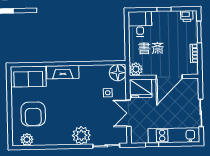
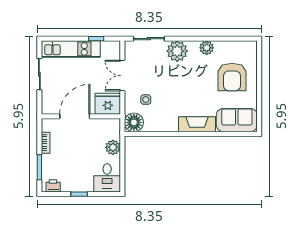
plant: (136, 69) -> (113, 147), moved
double door: (129, 113) -> (122, 76), swing flipped
armchair: (33, 114) -> (232, 77), turned 180
plant: (27, 140) -> (207, 48), moved

